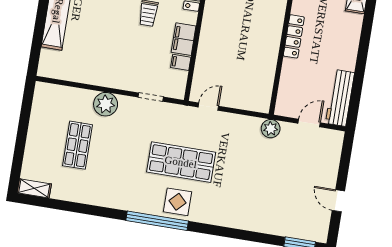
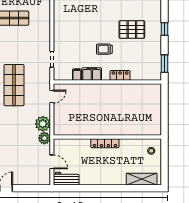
workbench: (340, 98) -> (66, 179), width x0.73
plant: (106, 104) -> (43, 124), moved
door: (208, 107) -> (52, 97), hinge flipped

